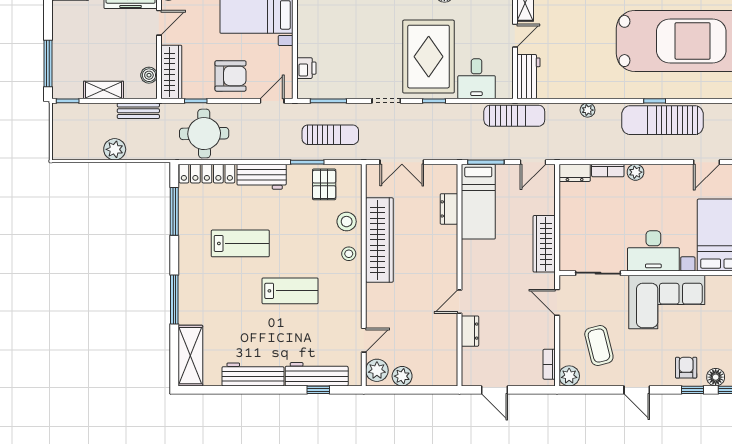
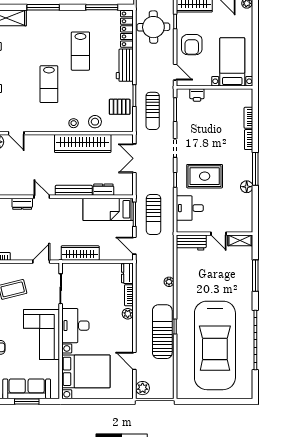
rug: (429, 57) -> (205, 176), width x0.73, depth x0.69
sun lounger: (514, 116) -> (153, 215), moved
bench: (450, 253) -> (74, 190), added

